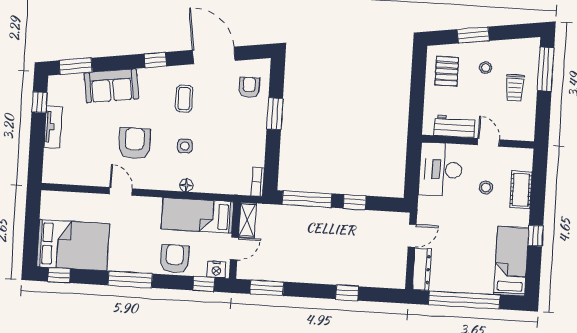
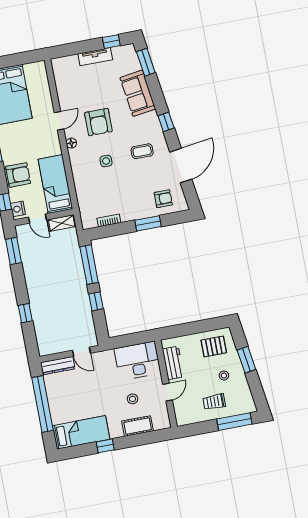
armchair: (135, 143) -> (98, 122), turned 90
bookcase: (258, 182) -> (109, 220), moved
floor lamp: (186, 185) -> (71, 143), moved

